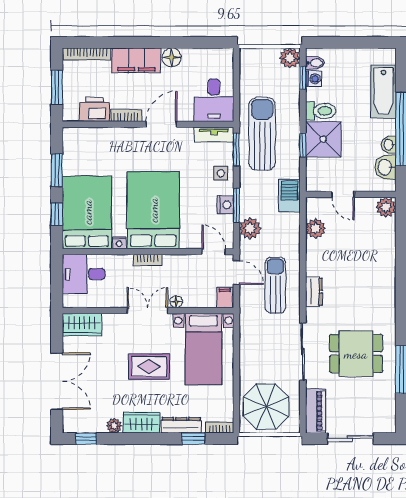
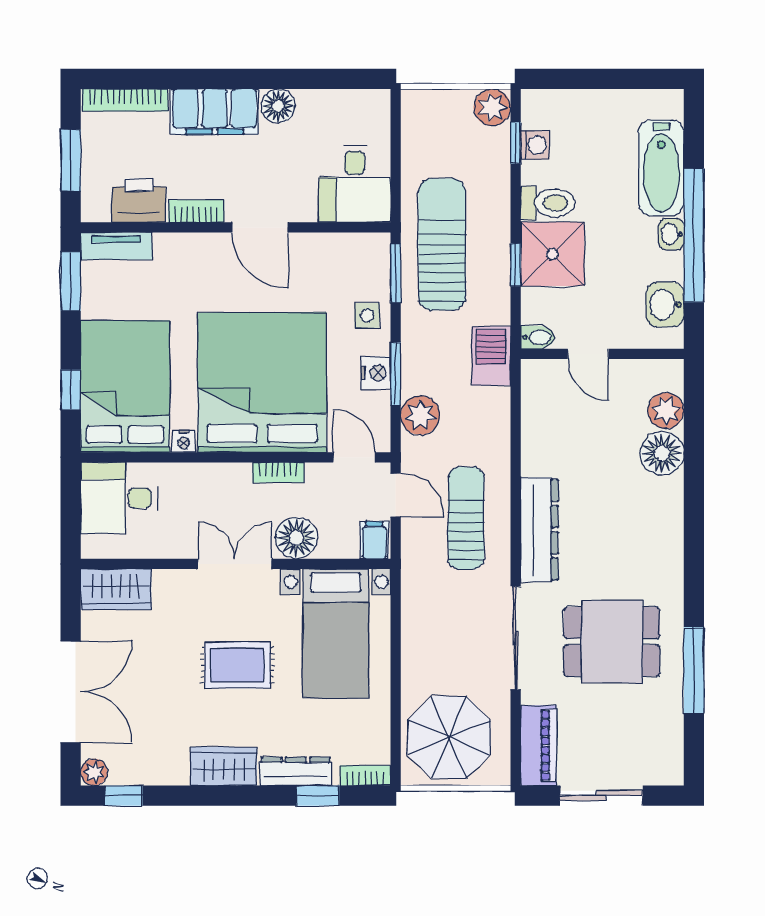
bidet: (315, 63) -> (538, 337), moved
door: (162, 124) -> (260, 227), swing flipped
tv unit: (214, 135) -> (116, 246), moved
washbasin: (389, 145) -> (671, 234), moved
window: (57, 170) -> (71, 281), moved
plant: (386, 207) -> (666, 411), moved
bed: (153, 210) -> (262, 382), width x1.36
plant: (316, 228) -> (539, 415), removed
floor lamp: (384, 249) -> (662, 453), added
bookcase: (147, 260) -> (278, 472), moved
dresser: (314, 292) -> (539, 530), width x1.96, depth x1.24
floor lamp: (176, 302) -> (296, 538), width x1.89, depth x1.89
plant: (114, 426) -> (94, 772), moved

